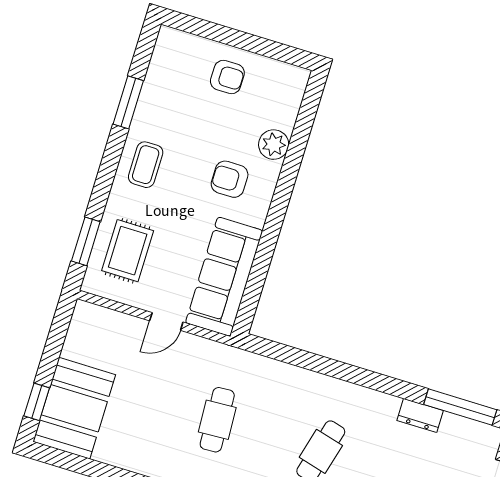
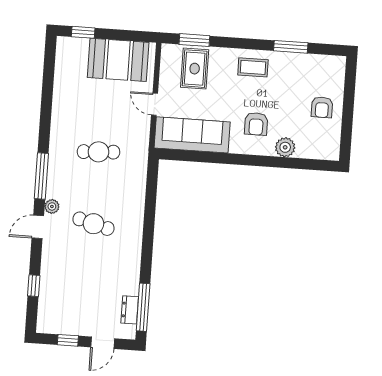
armchair: (230, 179) -> (256, 124), turned 180
rug: (128, 251) -> (195, 69), turned 90
booth: (74, 408) -> (118, 60), moved
dresser: (420, 415) -> (130, 310), moved

